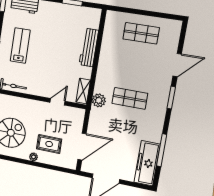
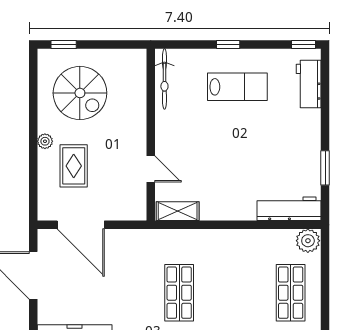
workbench: (89, 48) -> (289, 209), moved
plant: (99, 100) -> (308, 241), moved

